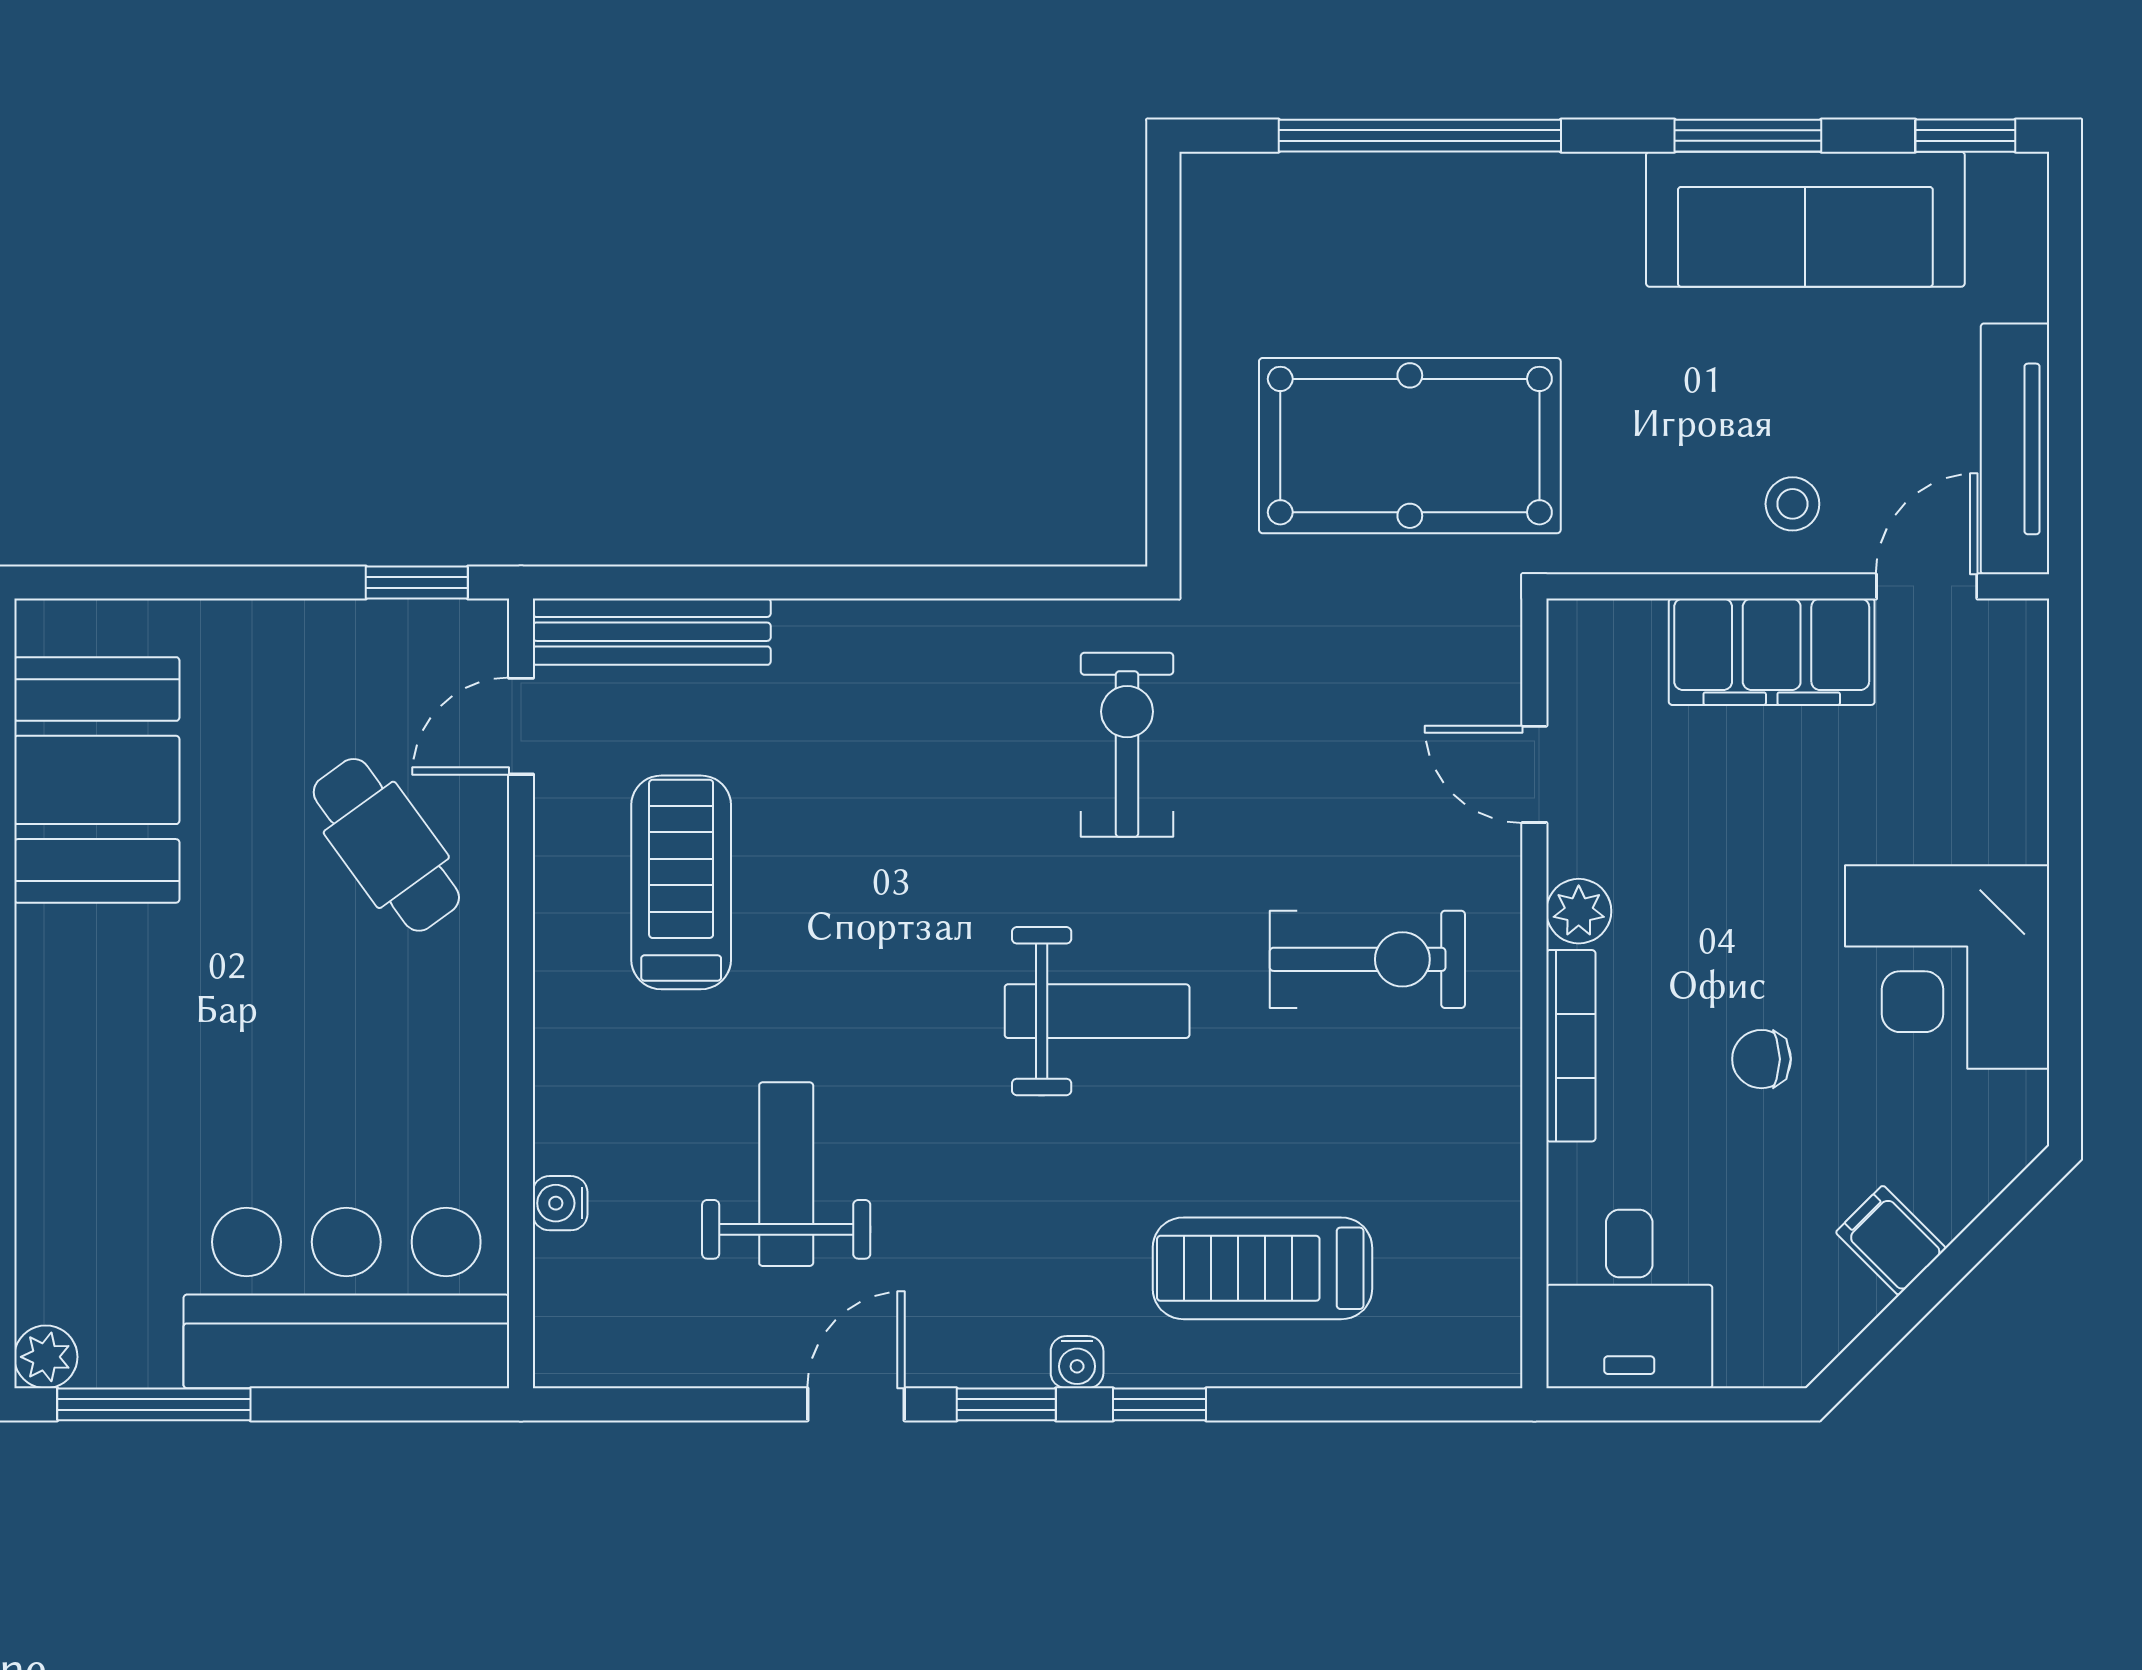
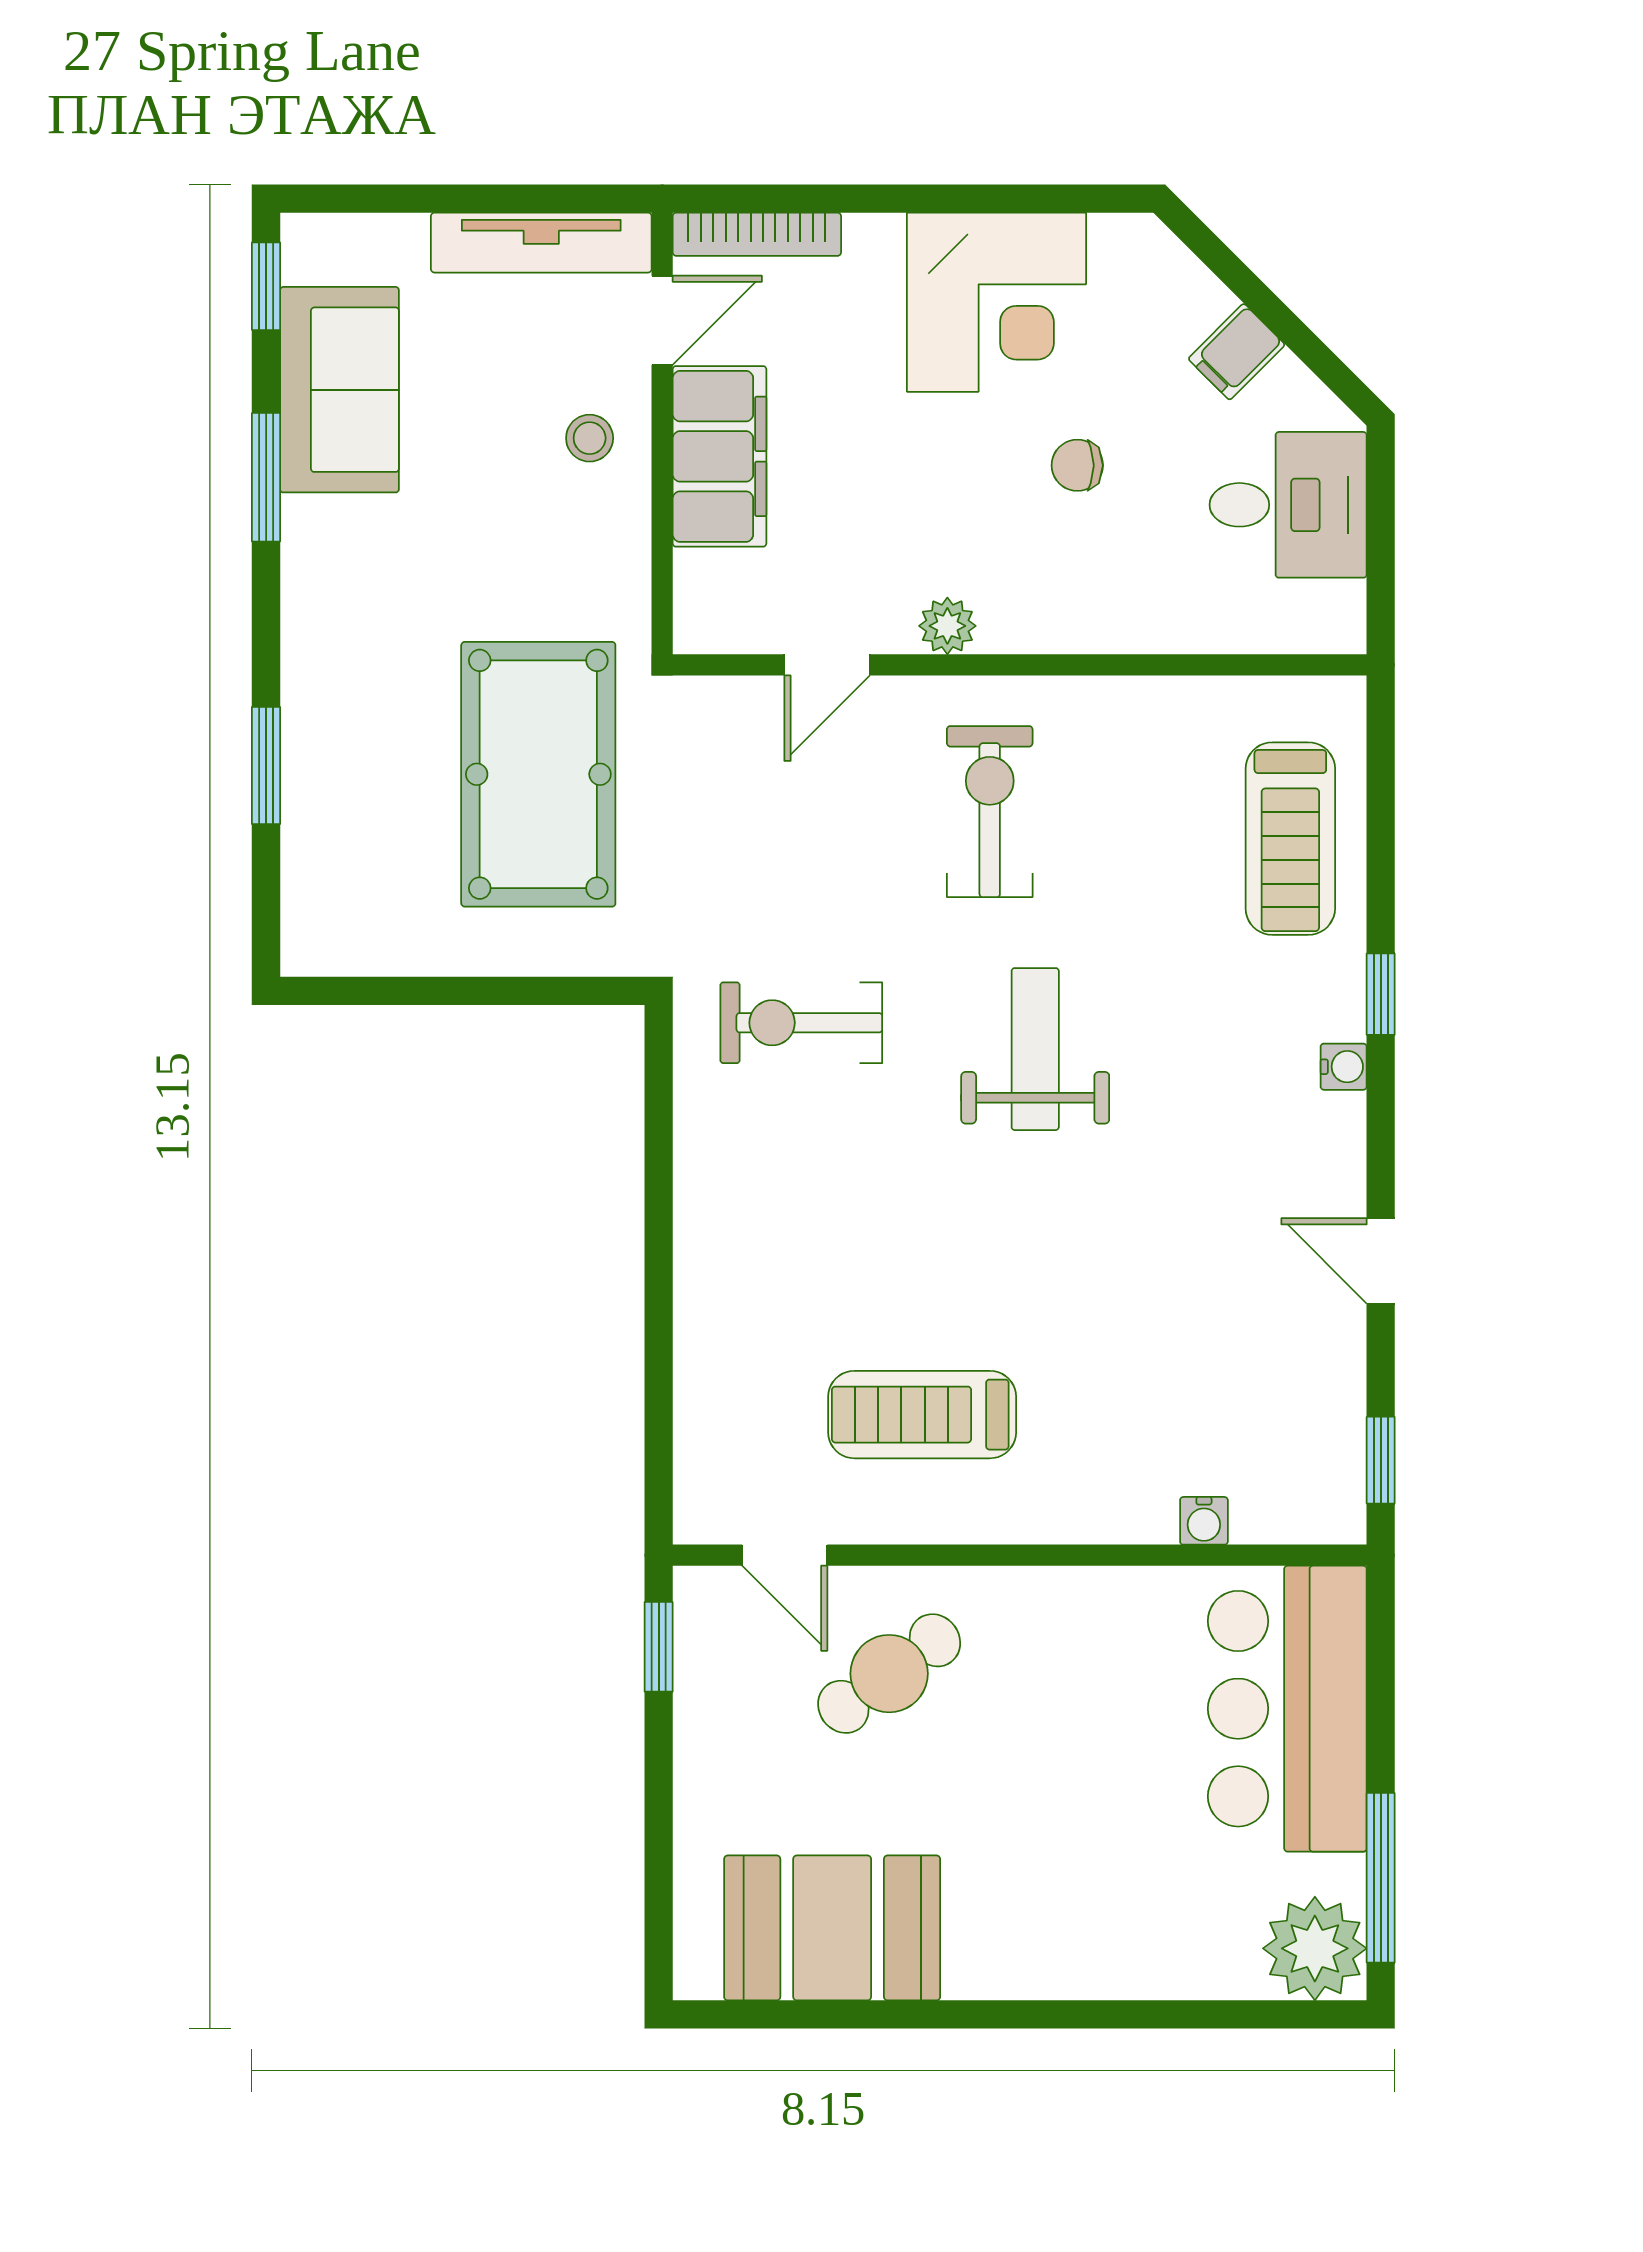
window: (1420, 136) -> (266, 766), width x0.47
sofa: (1805, 219) -> (339, 390), width x0.73
door: (1927, 586) -> (662, 320), swing flipped
bench: (652, 632) -> (702, 1440), removed
bookcase: (1571, 1046) -> (757, 234), moved, turned 180
chair: (1761, 1059) -> (1077, 465), turned 90
weight bench: (786, 1174) -> (1178, 1322), removed
treadmill: (1262, 1268) -> (1290, 839), moved
desk: (1629, 1299) -> (1288, 505), moved
plant: (46, 1357) -> (1315, 1948), width x1.87, depth x1.87
window: (1006, 1404) -> (1381, 1460), moved

